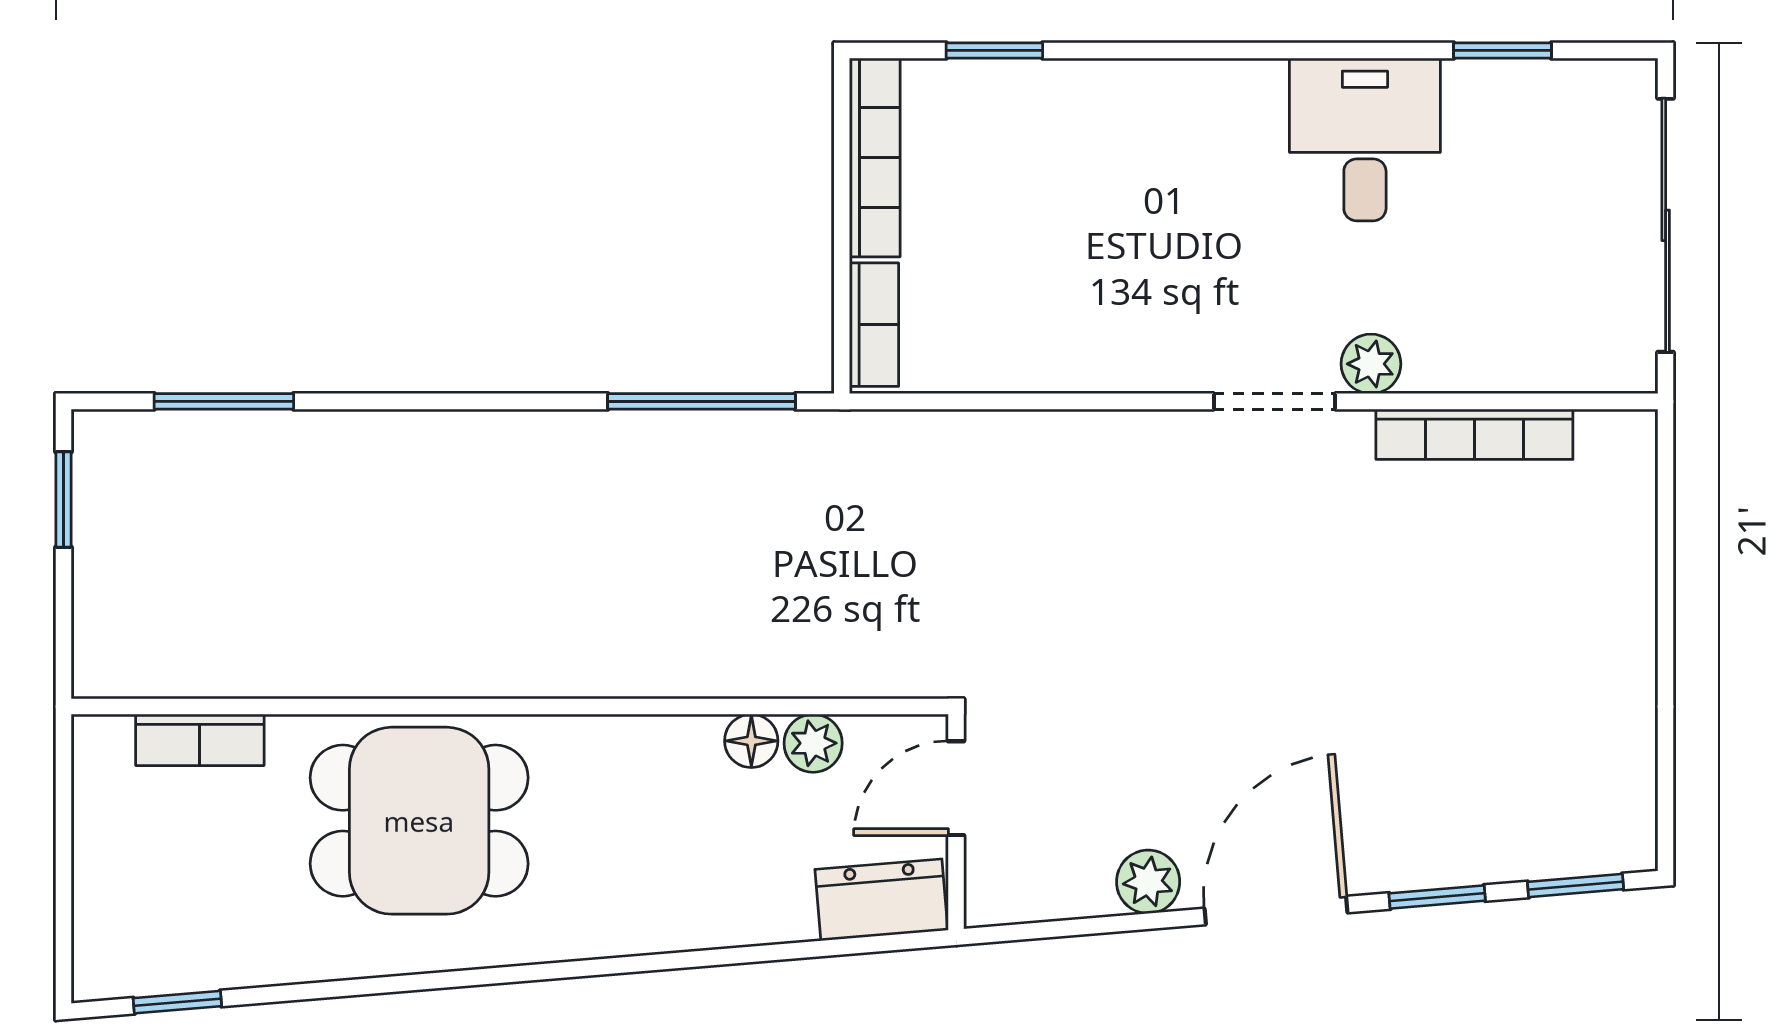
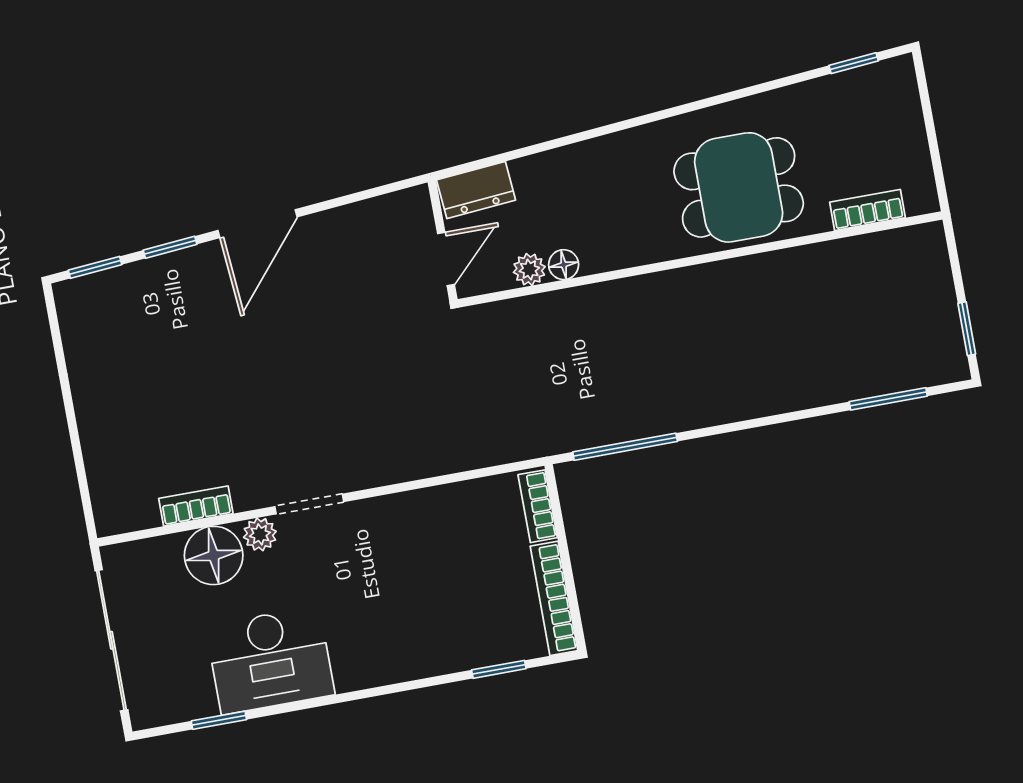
desk: (1365, 139) -> (270, 660), width x1.37
floor lamp: (1459, 342) -> (214, 555), added
bookcase: (1474, 434) -> (196, 506), width x0.64
plant: (1148, 882) -> (331, 227), removed

